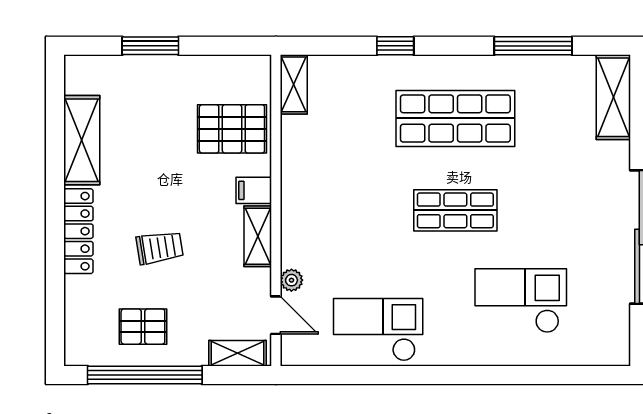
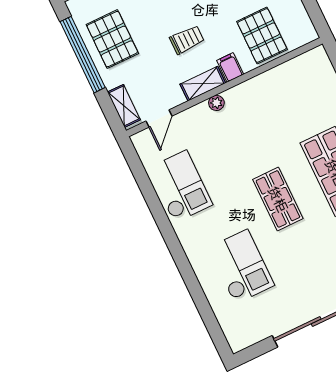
shelving: (294, 84) -> (308, 61), removed
trolley: (160, 248) -> (187, 40), moved, turned -81
plant: (291, 280) -> (216, 103), moved
pallet: (143, 327) -> (112, 39), width x1.50, depth x1.42

